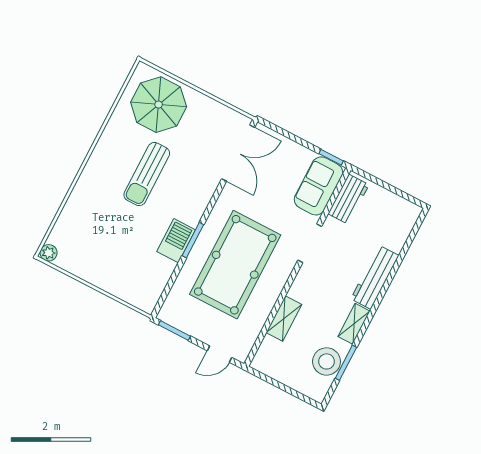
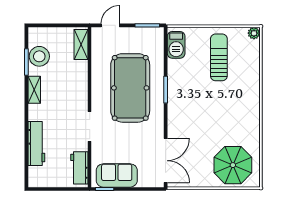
double door: (238, 153) -> (166, 161), swing flipped
sun lounger: (147, 174) -> (219, 57), moved
sofa: (319, 186) -> (117, 175), moved, turned -90
barbecue: (176, 241) -> (176, 45), moved
workbench: (375, 277) -> (36, 143), moved
shelving: (284, 318) -> (81, 45), moved

